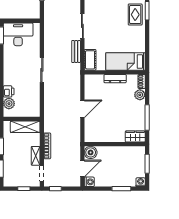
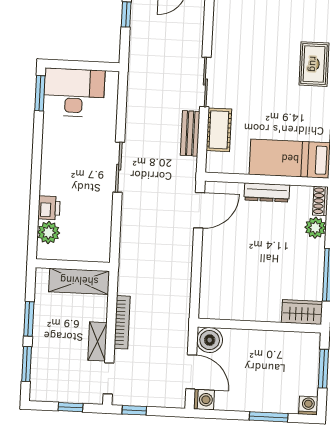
cot: (90, 60) -> (219, 130), moved
door: (82, 109) -> (199, 210), moved
door: (82, 169) -> (191, 372), hinge flipped

